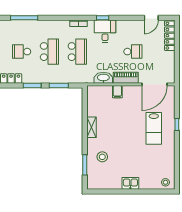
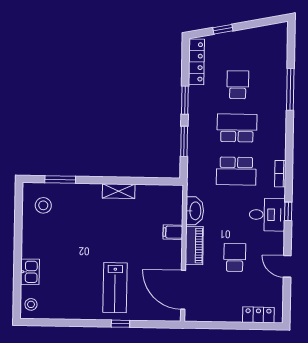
door: (151, 18) -> (287, 266), moved
locker: (170, 36) -> (258, 315), width x0.66
school desk: (49, 52) -> (237, 128), turned 180
school desk: (133, 52) -> (235, 257), turned 180
lab bench: (154, 128) -> (115, 288), turned -90
stool: (102, 157) -> (43, 205), moved
kitchen sink: (130, 183) -> (30, 272), moved

